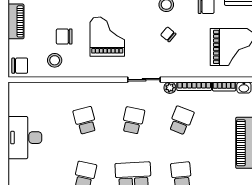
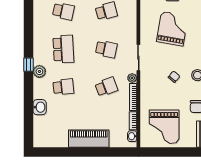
grand piano: (107, 37) -> (172, 29), turned -80
school desk: (181, 120) -> (106, 87), turned -42

